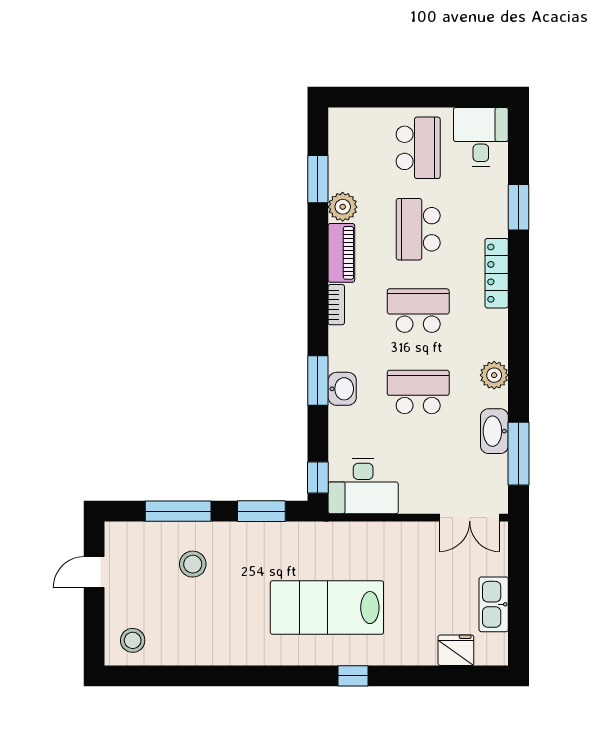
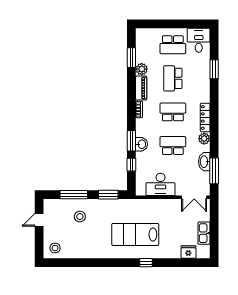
school desk: (418, 148) -> (173, 45), turned 90
locker: (497, 273) -> (205, 118), moved
window: (318, 477) -> (131, 165), moved
desk: (363, 486) -> (160, 184), moved

